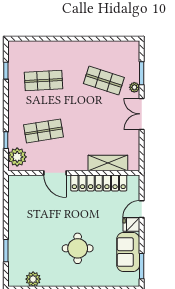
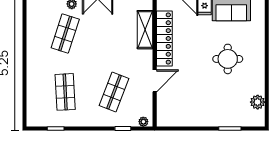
shop shelf: (44, 131) -> (114, 92), turned 30
plant: (17, 157) -> (143, 122), width x0.53, depth x0.53

